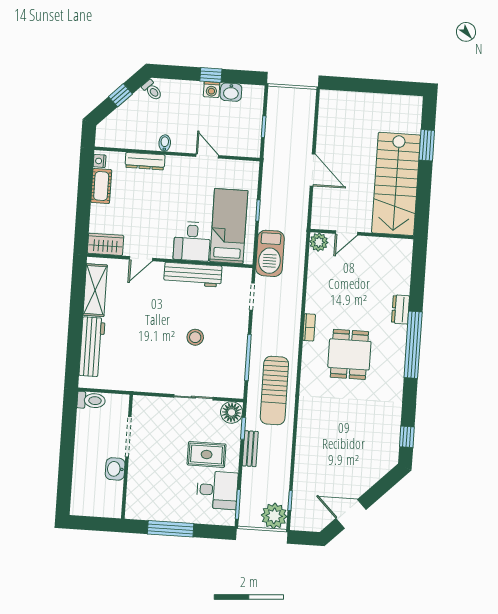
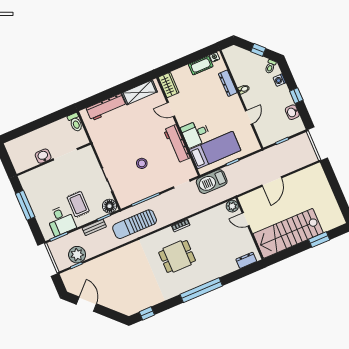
washing machine: (212, 90) -> (279, 80), moved
dresser: (400, 309) -> (246, 260), moved
plant: (274, 516) -> (77, 255), moved

